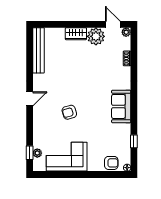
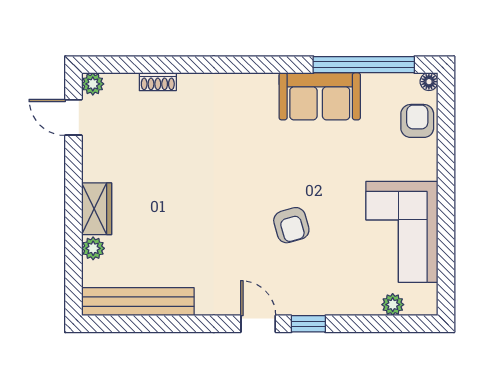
door: (113, 24) -> (73, 117), hinge flipped
plant: (96, 36) -> (93, 248), moved, width x0.53, depth x0.53
sofa: (121, 106) -> (320, 96), moved
window: (134, 141) -> (364, 65), width x3.17
window: (30, 153) -> (308, 324), moved

